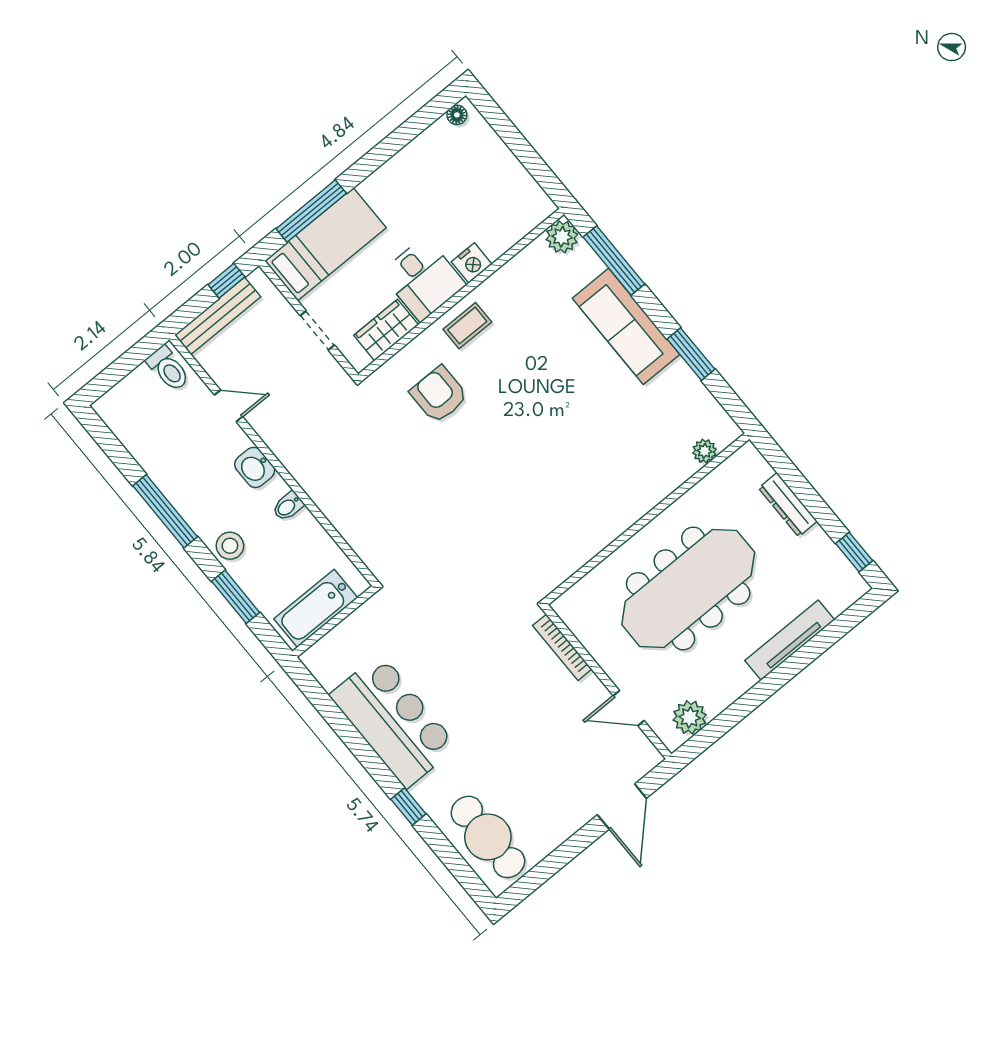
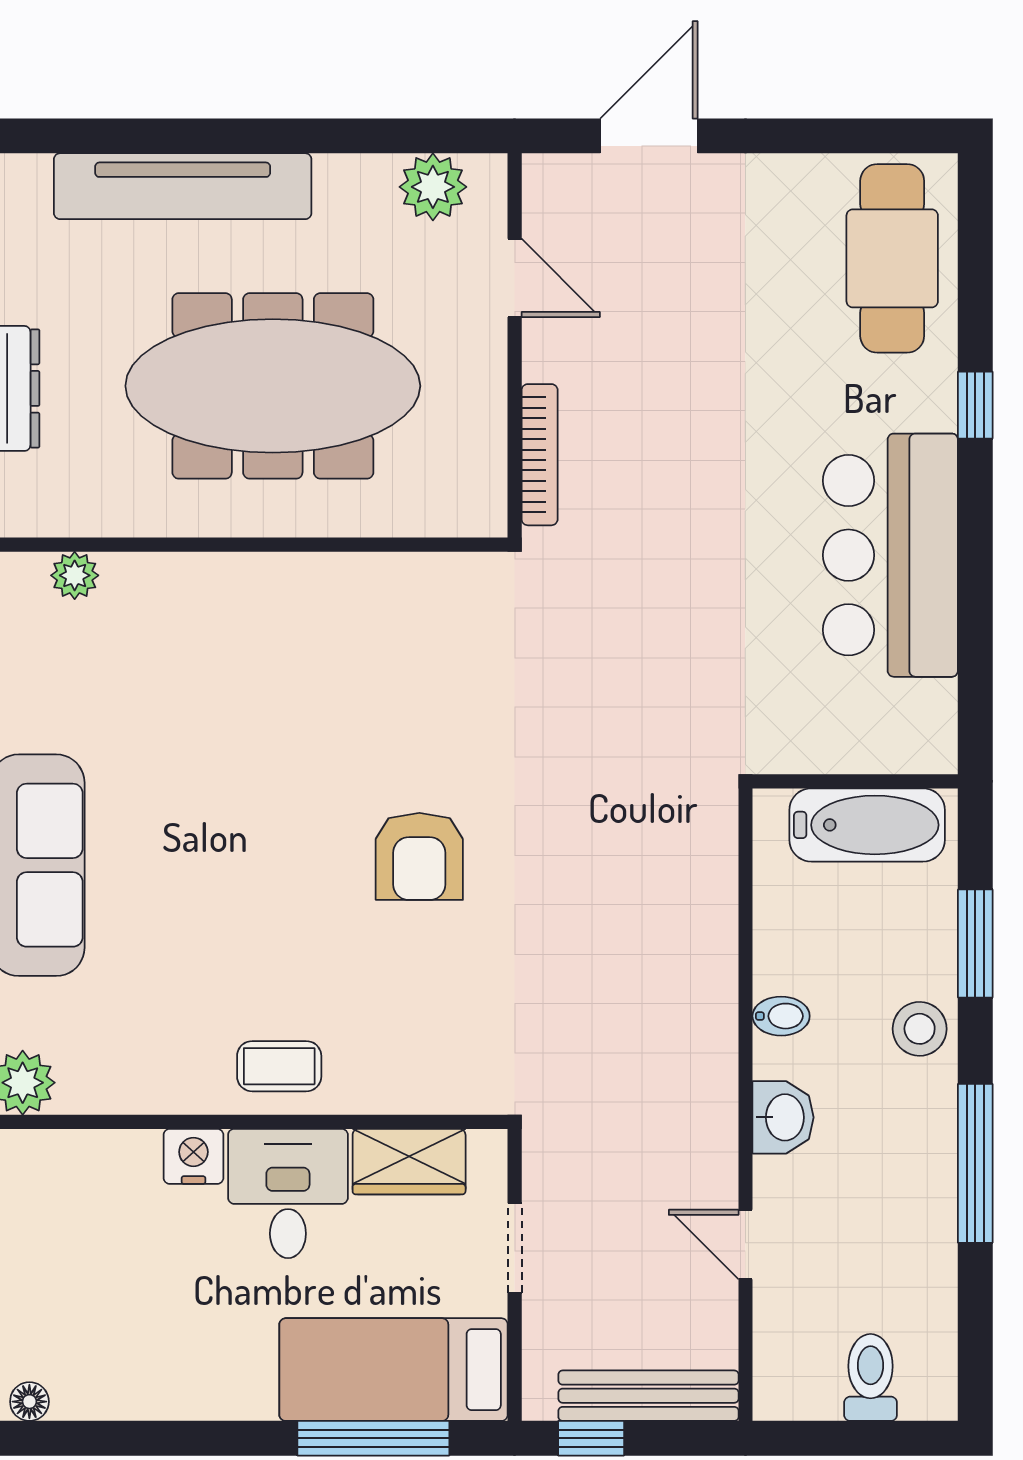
toilet: (168, 369) -> (871, 1377), moved
armchair: (439, 395) -> (419, 856), moved
tv unit: (790, 640) -> (183, 186), width x1.36, depth x1.29

